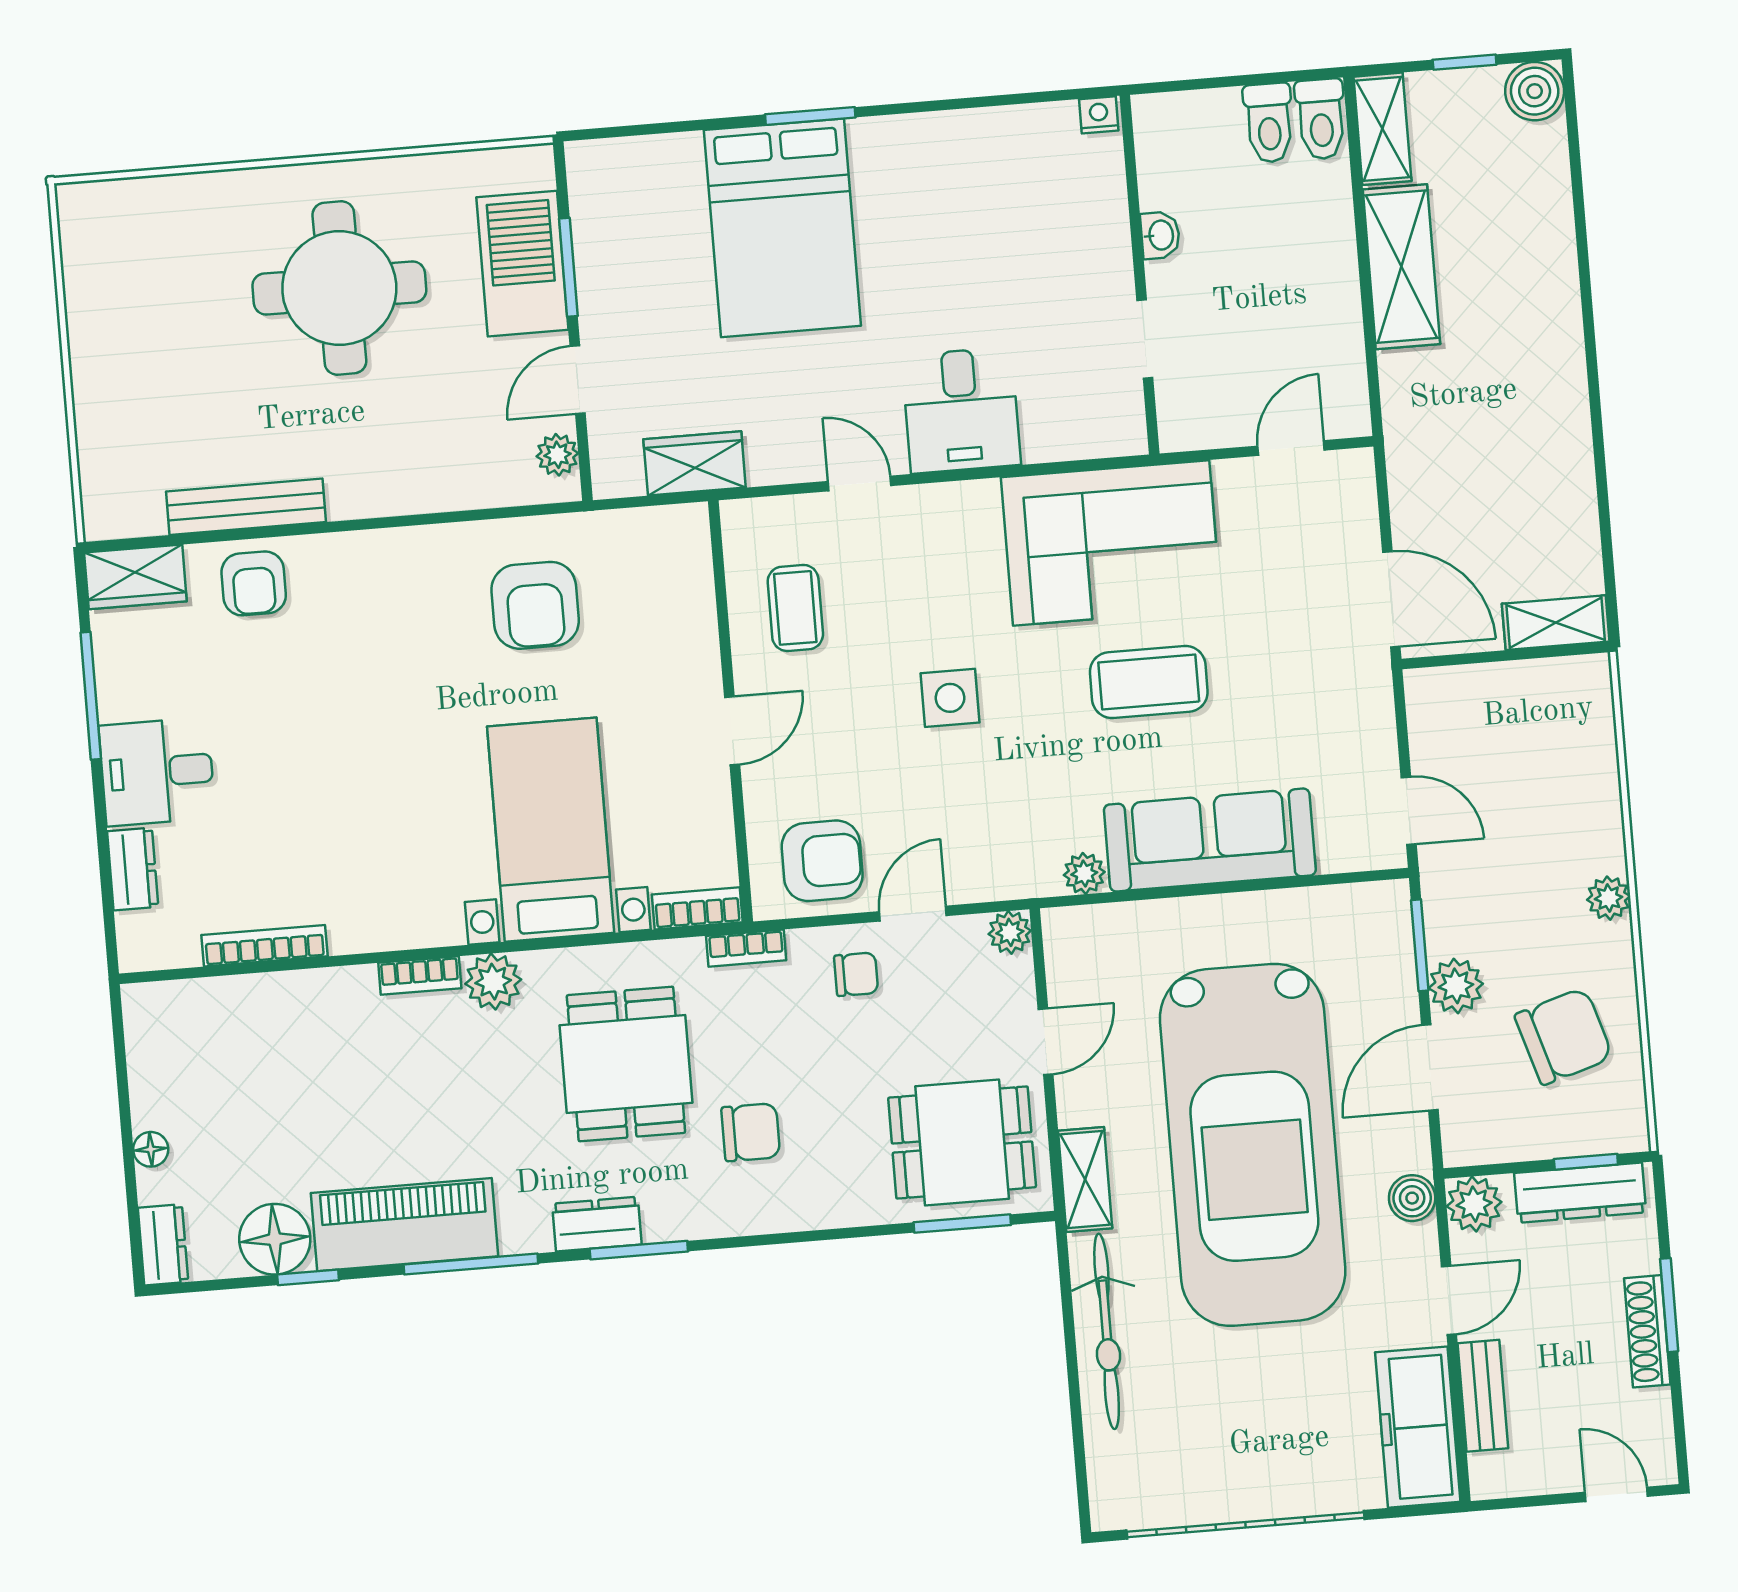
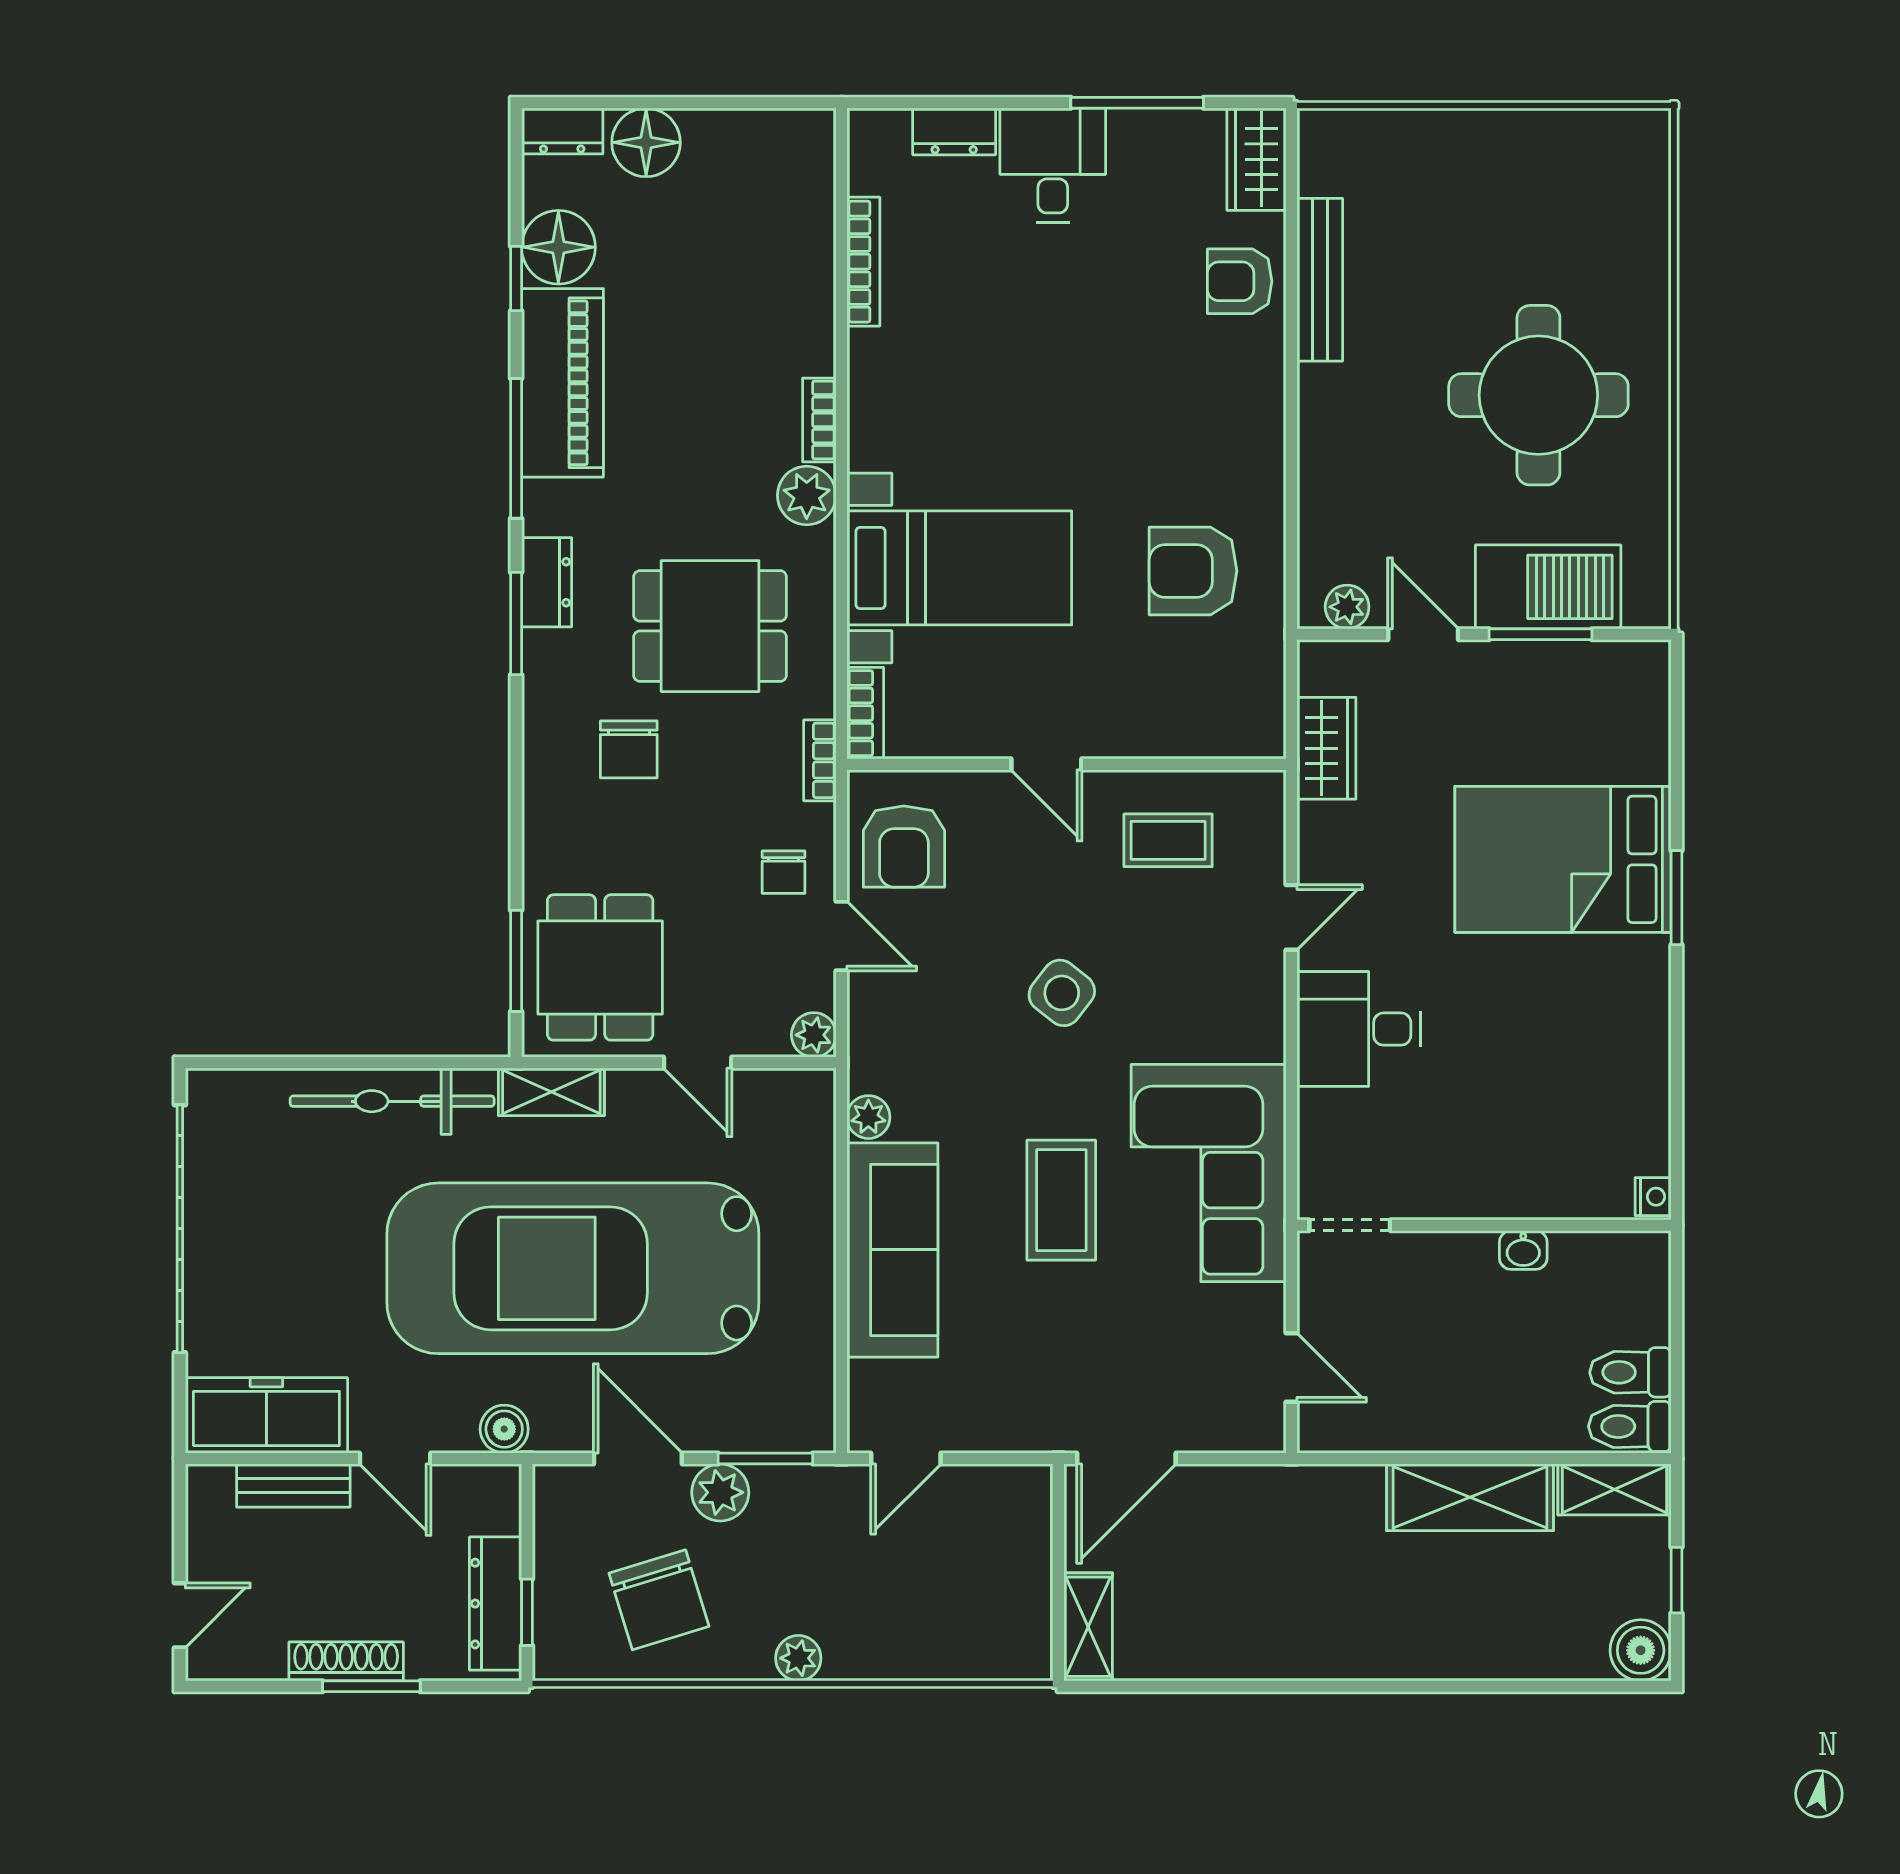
doorway: (1145, 339) -> (1350, 1225), moved
side table: (950, 698) -> (1062, 993), turned 38
floor lamp: (151, 1149) -> (646, 142), width x1.89, depth x1.89
plant: (1474, 1204) -> (493, 1493), removed

